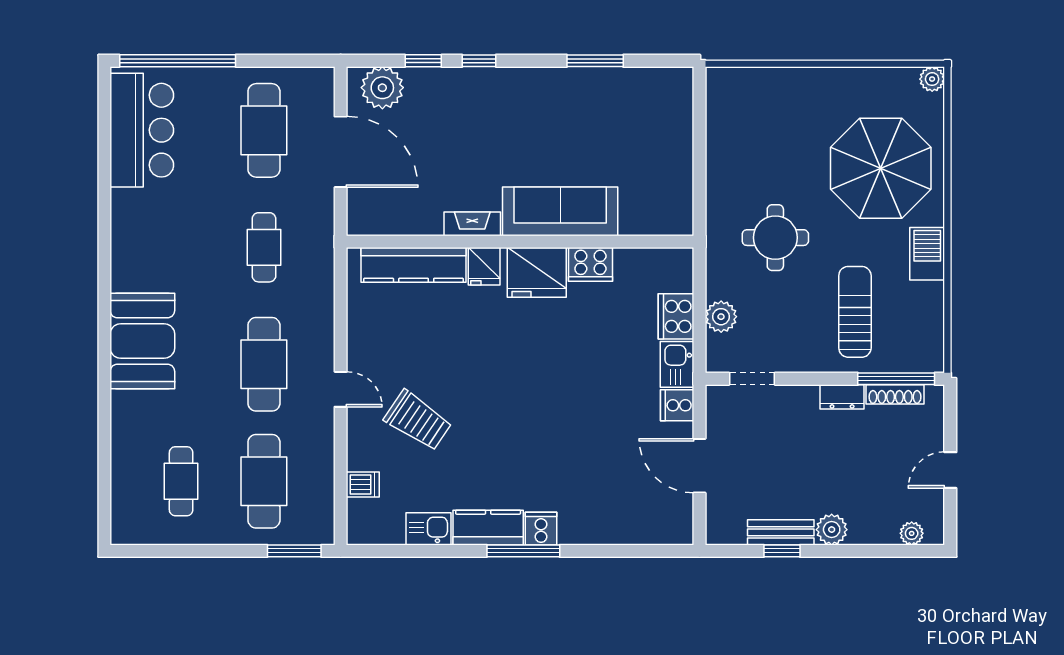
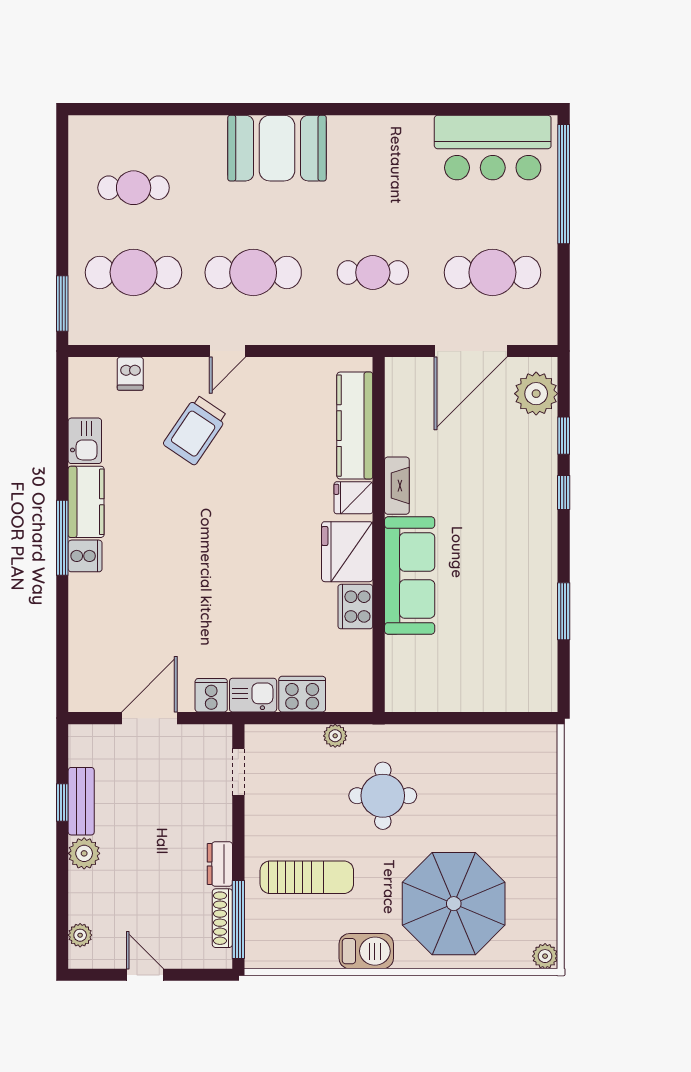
plant: (721, 317) -> (335, 736), moved, width x0.73, depth x0.73

